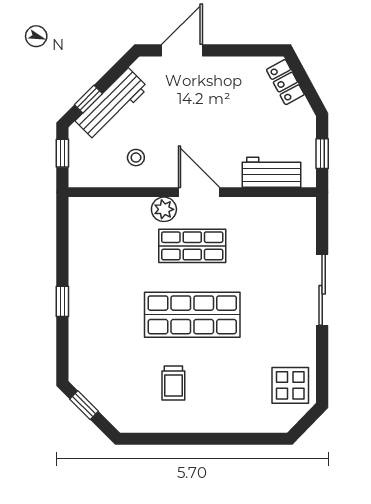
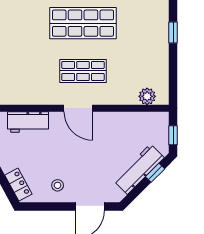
stool: (136, 158) -> (58, 185), moved
plant: (164, 209) -> (147, 96), moved

